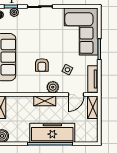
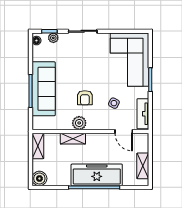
plant: (53, 87) -> (79, 123), moved
door: (76, 95) -> (124, 131), hinge flipped
shelving: (45, 101) -> (73, 139), moved
shelving: (93, 107) -> (143, 166), moved

